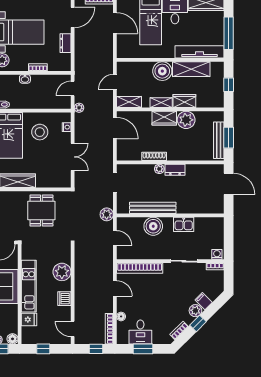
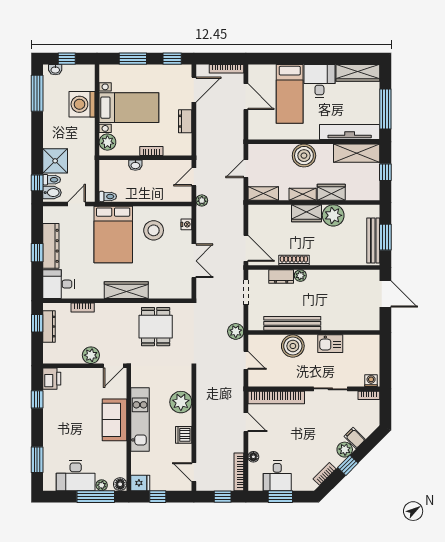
shelving: (191, 69) -> (357, 153), moved
door: (115, 128) -> (246, 248), moved
dresser: (175, 170) -> (281, 277), moved
fridge: (29, 320) -> (140, 483), moved

